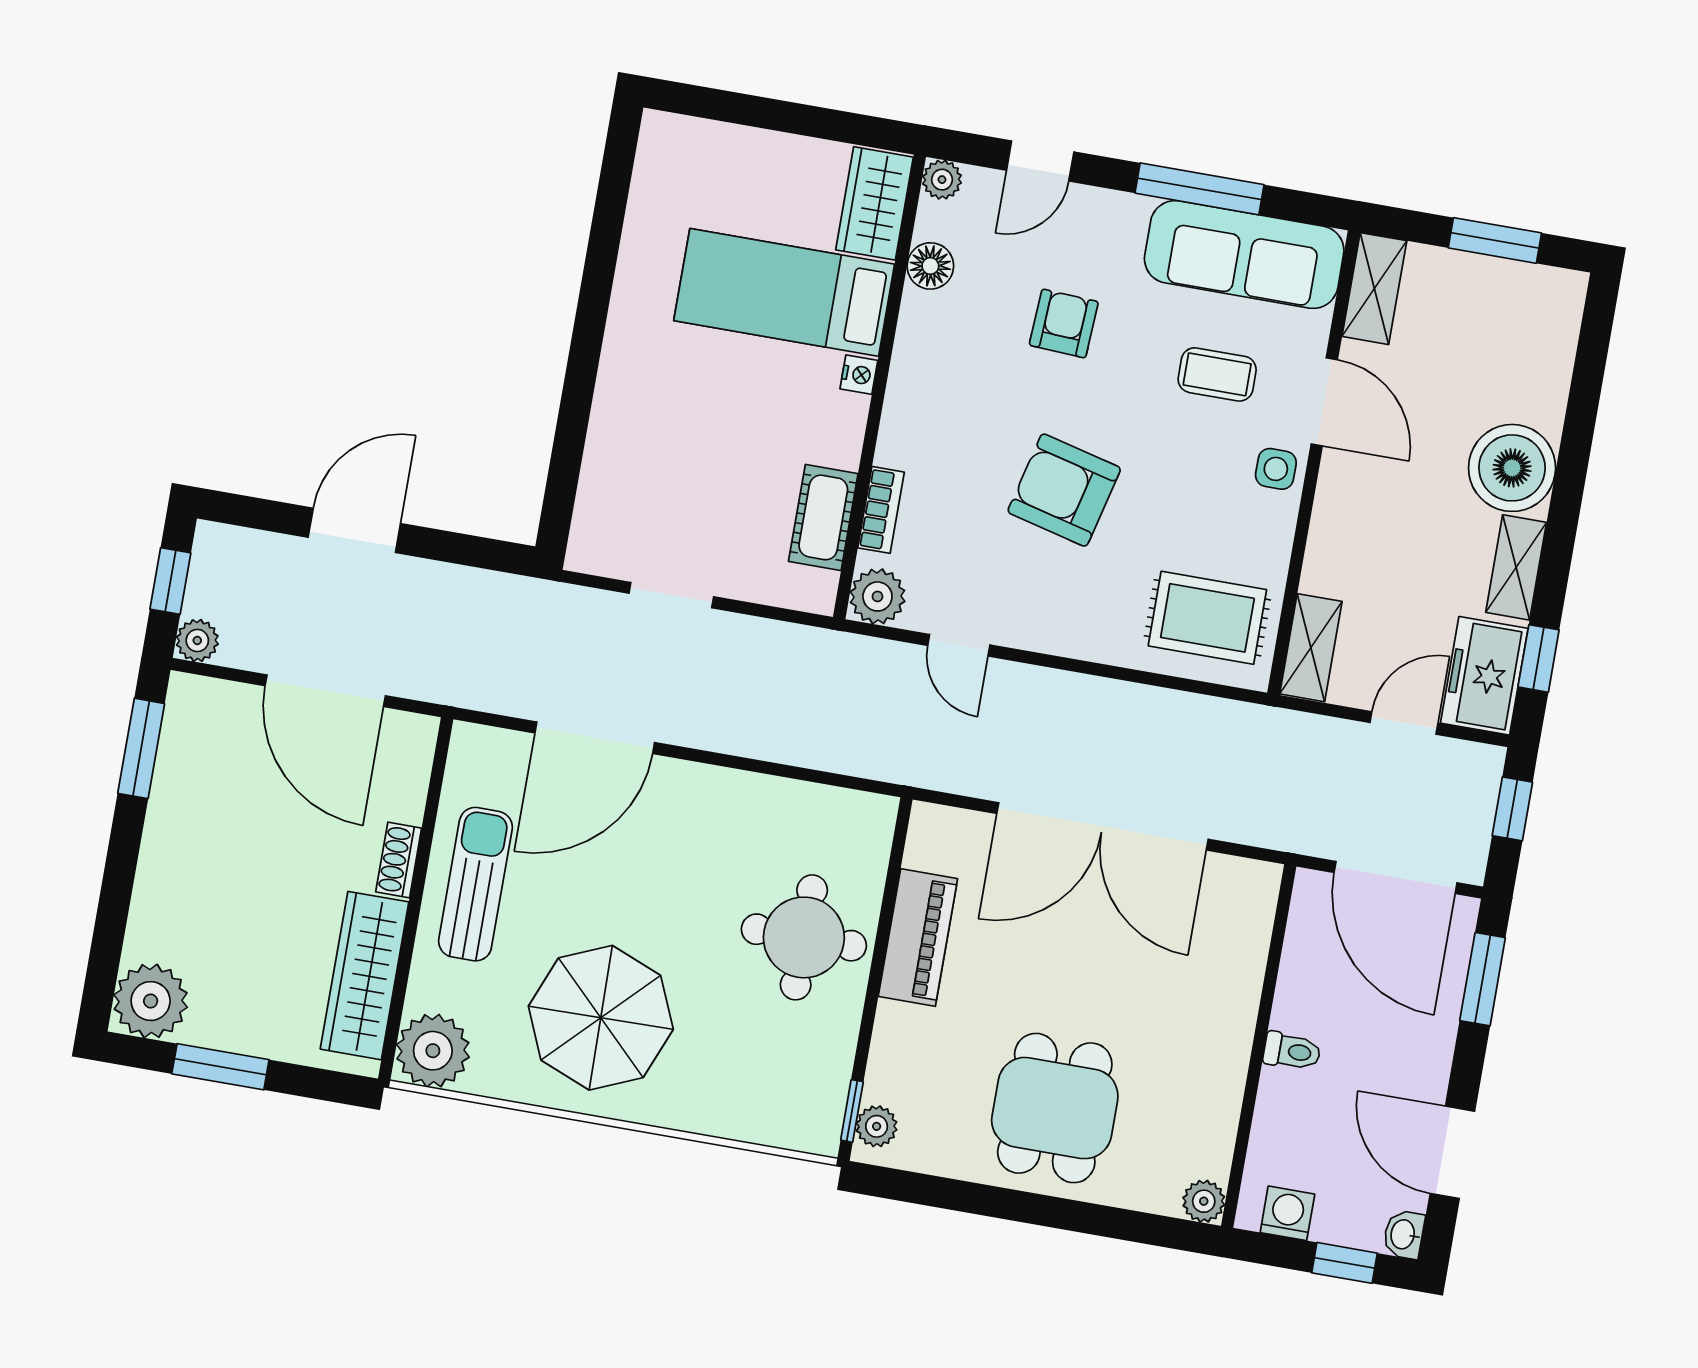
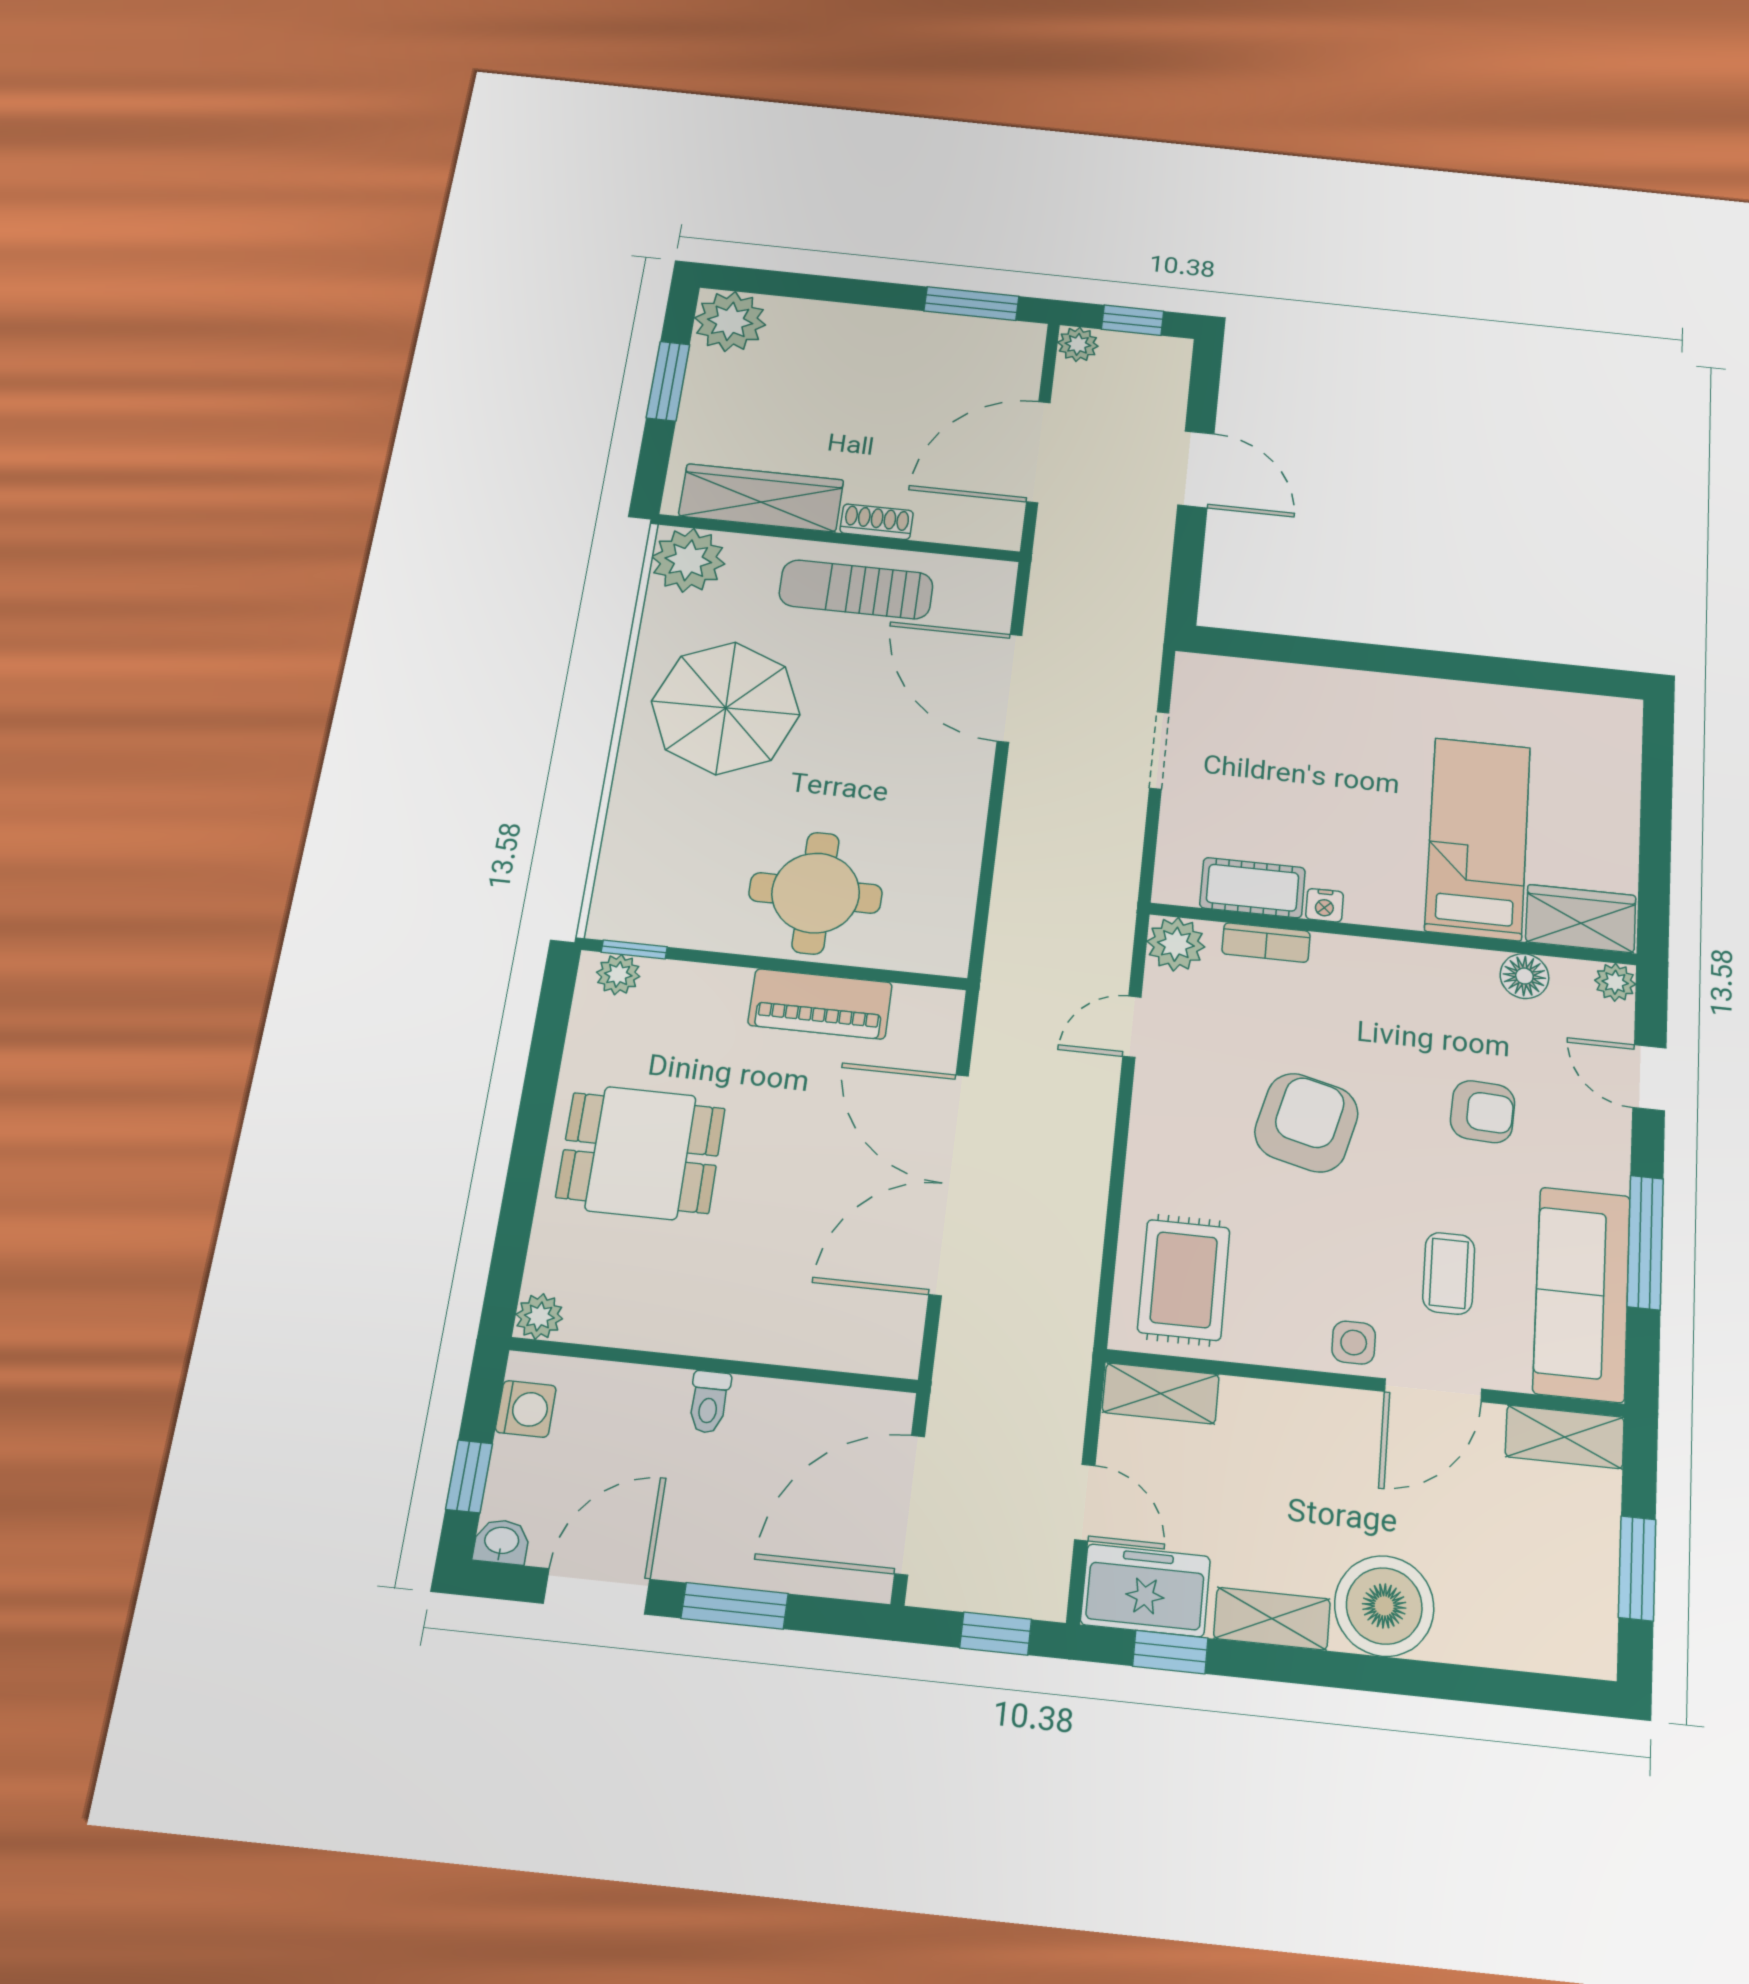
nightstand: (859, 375) -> (1325, 905), moved
sun lounger: (475, 884) -> (856, 589), turned 180
window: (1483, 979) -> (735, 1606), moved

